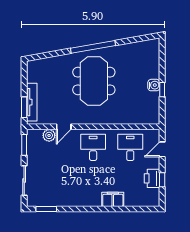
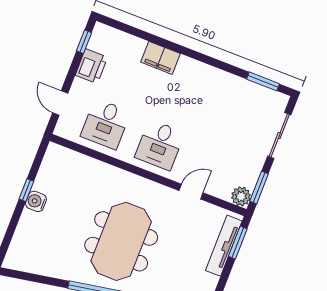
plant: (49, 135) -> (241, 196), moved
door: (162, 149) -> (60, 103), swing flipped
window: (162, 180) -> (84, 42), moved

